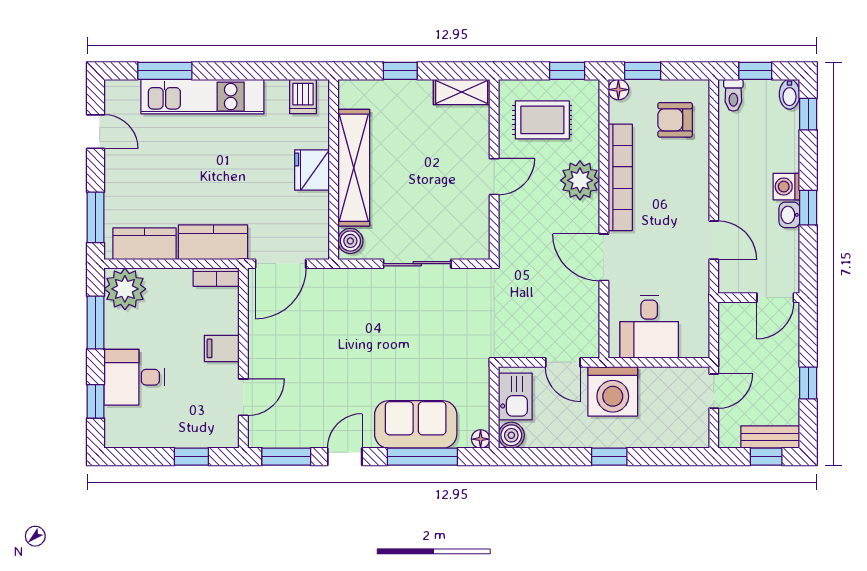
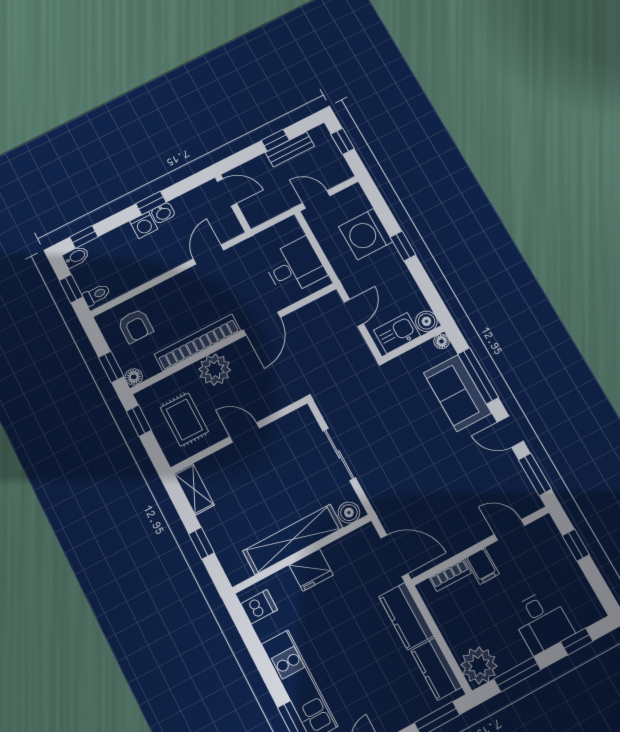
bookcase: (216, 277) -> (450, 575), moved, turned 90
washing machine: (613, 391) -> (366, 234), moved, turned 180
bench: (770, 437) -> (290, 149), moved, turned 90

